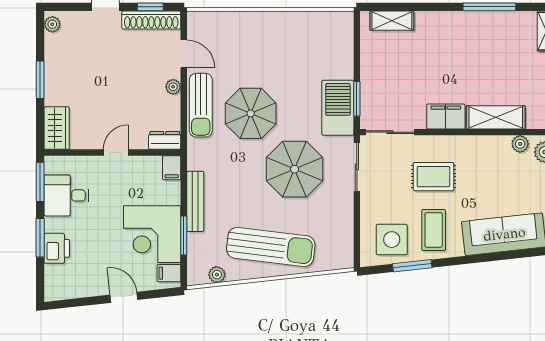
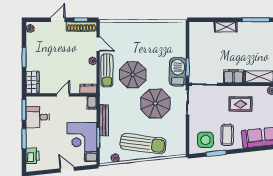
shelving: (392, 21) -> (226, 27), moved
rug: (434, 177) -> (240, 104), moved
printer: (57, 248) -> (33, 156), moved

